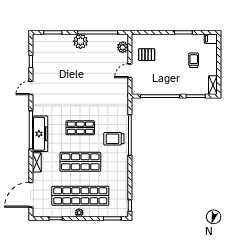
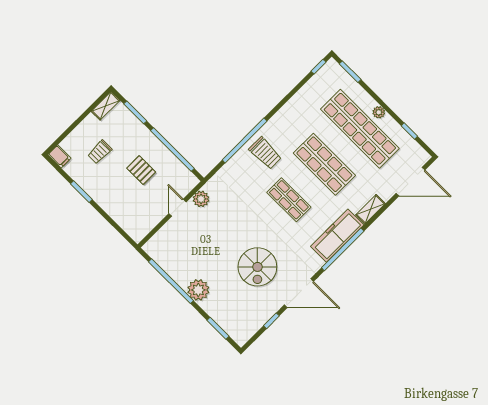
plant: (123, 47) -> (201, 199), moved
pallet: (147, 55) -> (141, 170), moved
door: (130, 71) -> (177, 208), swing flipped
spiral stairs: (63, 81) -> (257, 267), added
door: (31, 88) -> (299, 293), width x1.87

